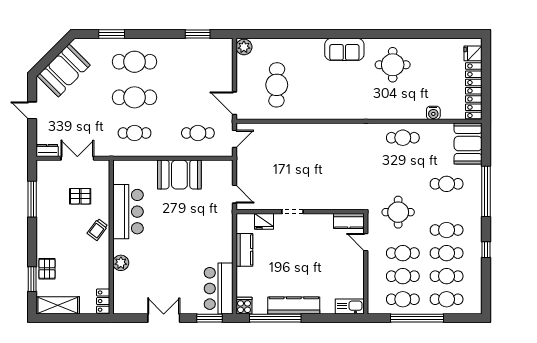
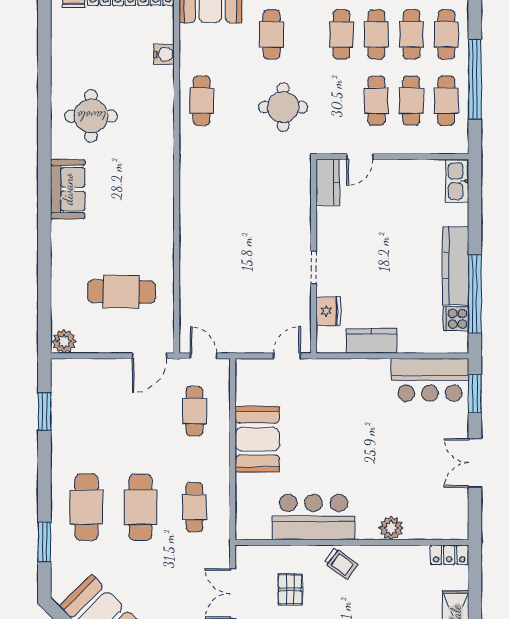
round table: (398, 212) -> (283, 107), moved
cooker: (244, 306) -> (456, 319), moved

